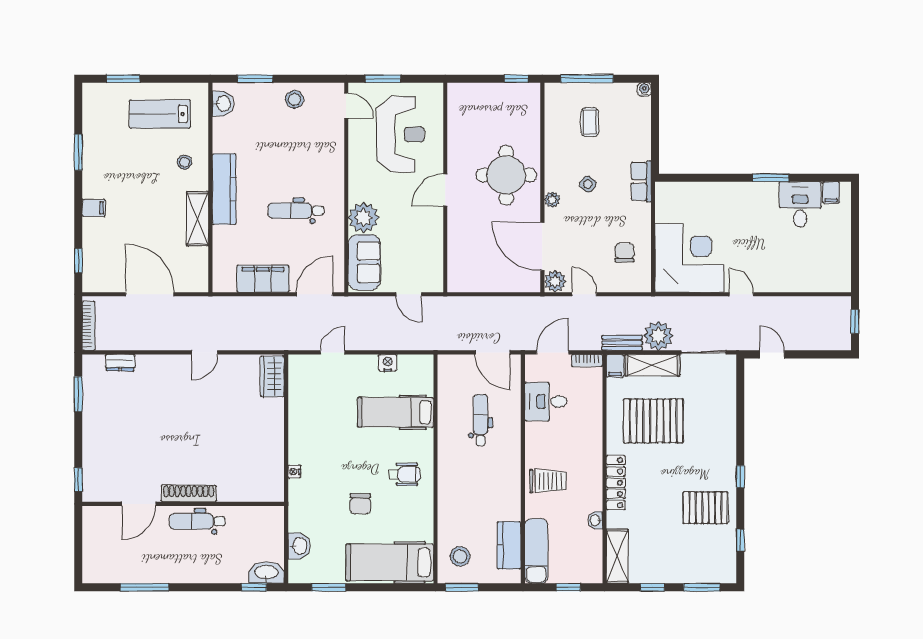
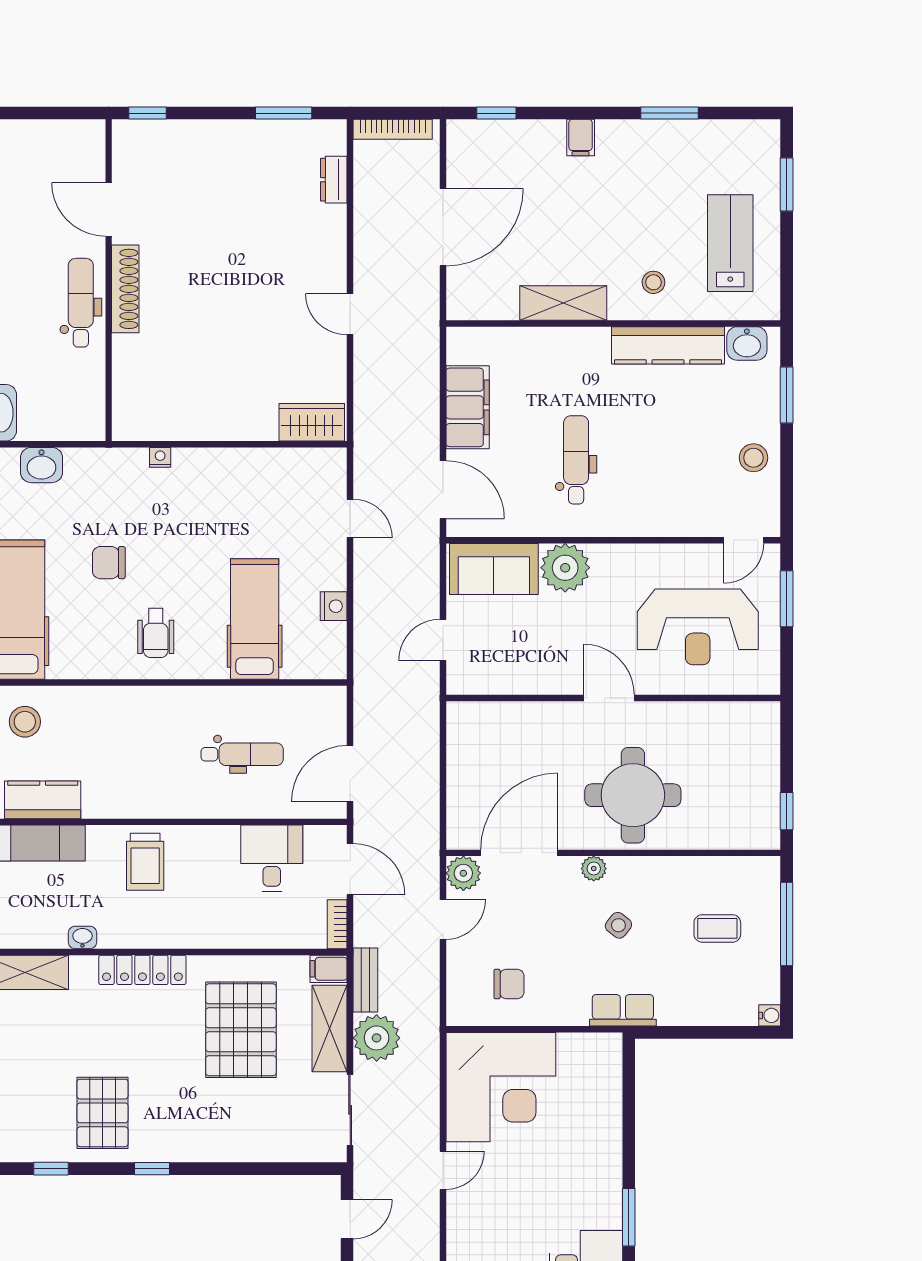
kitchen counter: (224, 189) -> (668, 345), moved

